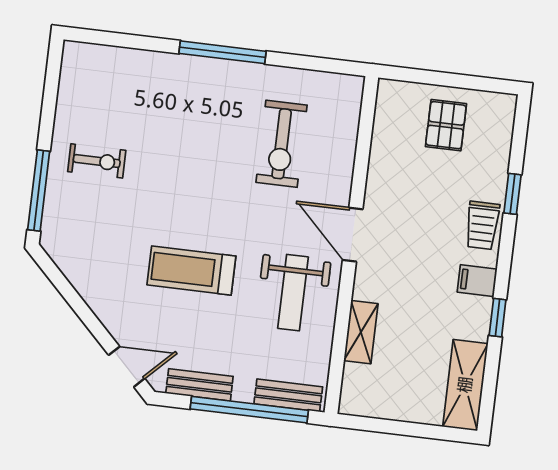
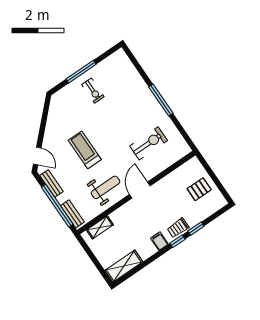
exercise bike: (282, 144) -> (149, 143), turned 180
window: (39, 191) -> (81, 72), moved
weight bench: (293, 293) -> (106, 187), turned 180
window: (498, 318) -> (178, 241), moved
shelving: (361, 332) -> (100, 227), moved

